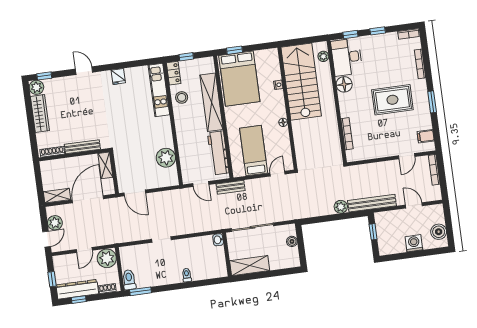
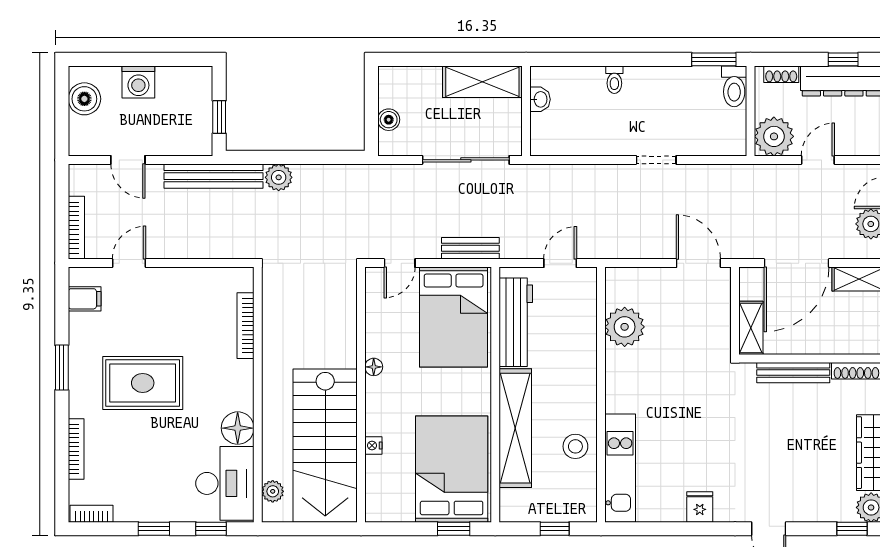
locker: (174, 73) -> (585, 499), removed
bed: (254, 151) -> (454, 317), width x1.50
door: (201, 184) -> (560, 263), hinge flipped
bench: (231, 187) -> (470, 248), moved
washbasin: (218, 240) -> (540, 99), moved

